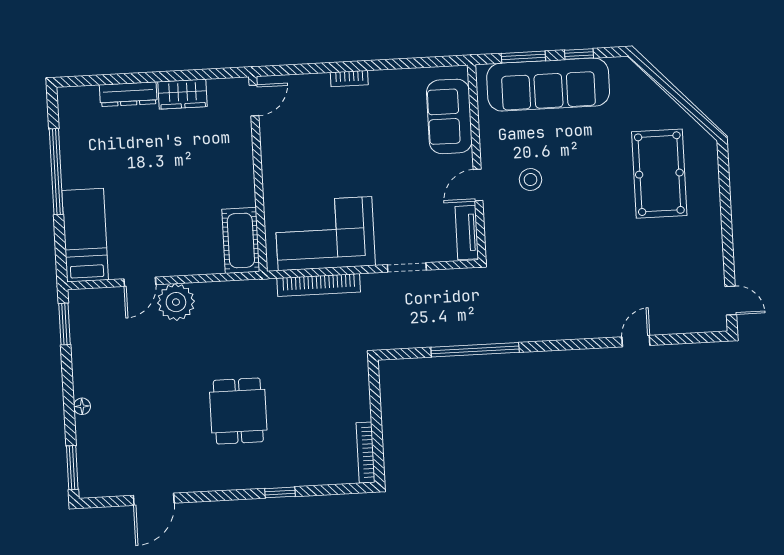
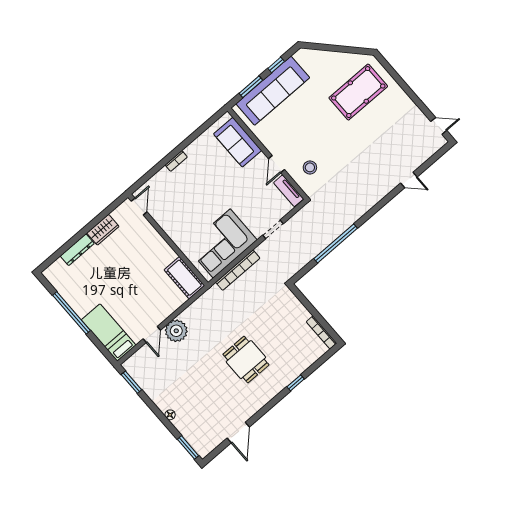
pool table: (659, 174) -> (358, 92), turned 90
stool: (530, 180) -> (310, 167), moved
door: (636, 341) -> (409, 180), swing flipped

